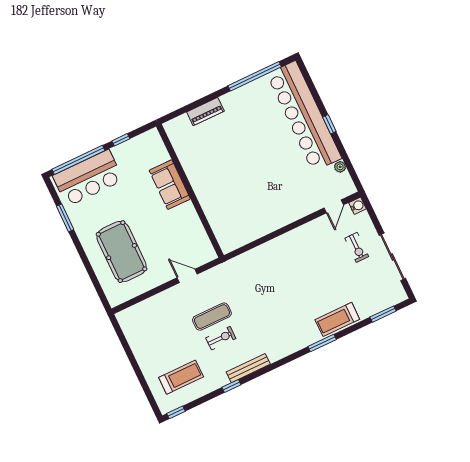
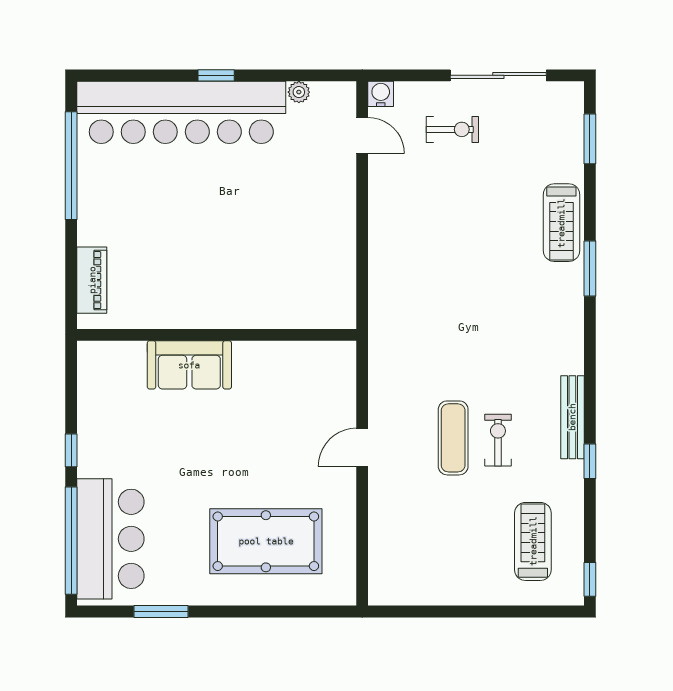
sofa: (170, 185) -> (189, 365), moved
wall: (190, 191) -> (217, 335), moved

